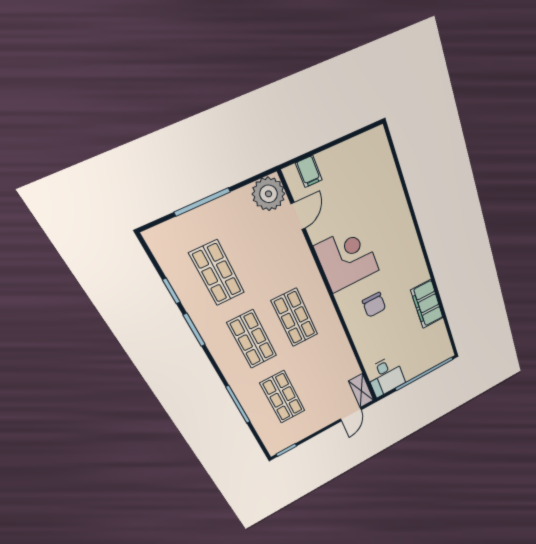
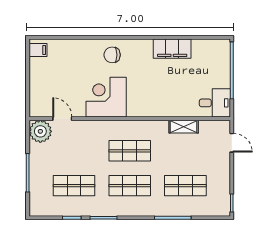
filing cabinet: (309, 171) -> (38, 50), moved
chair: (374, 305) -> (112, 55), moved, turned 180
shelving: (361, 391) -> (184, 127), moved

